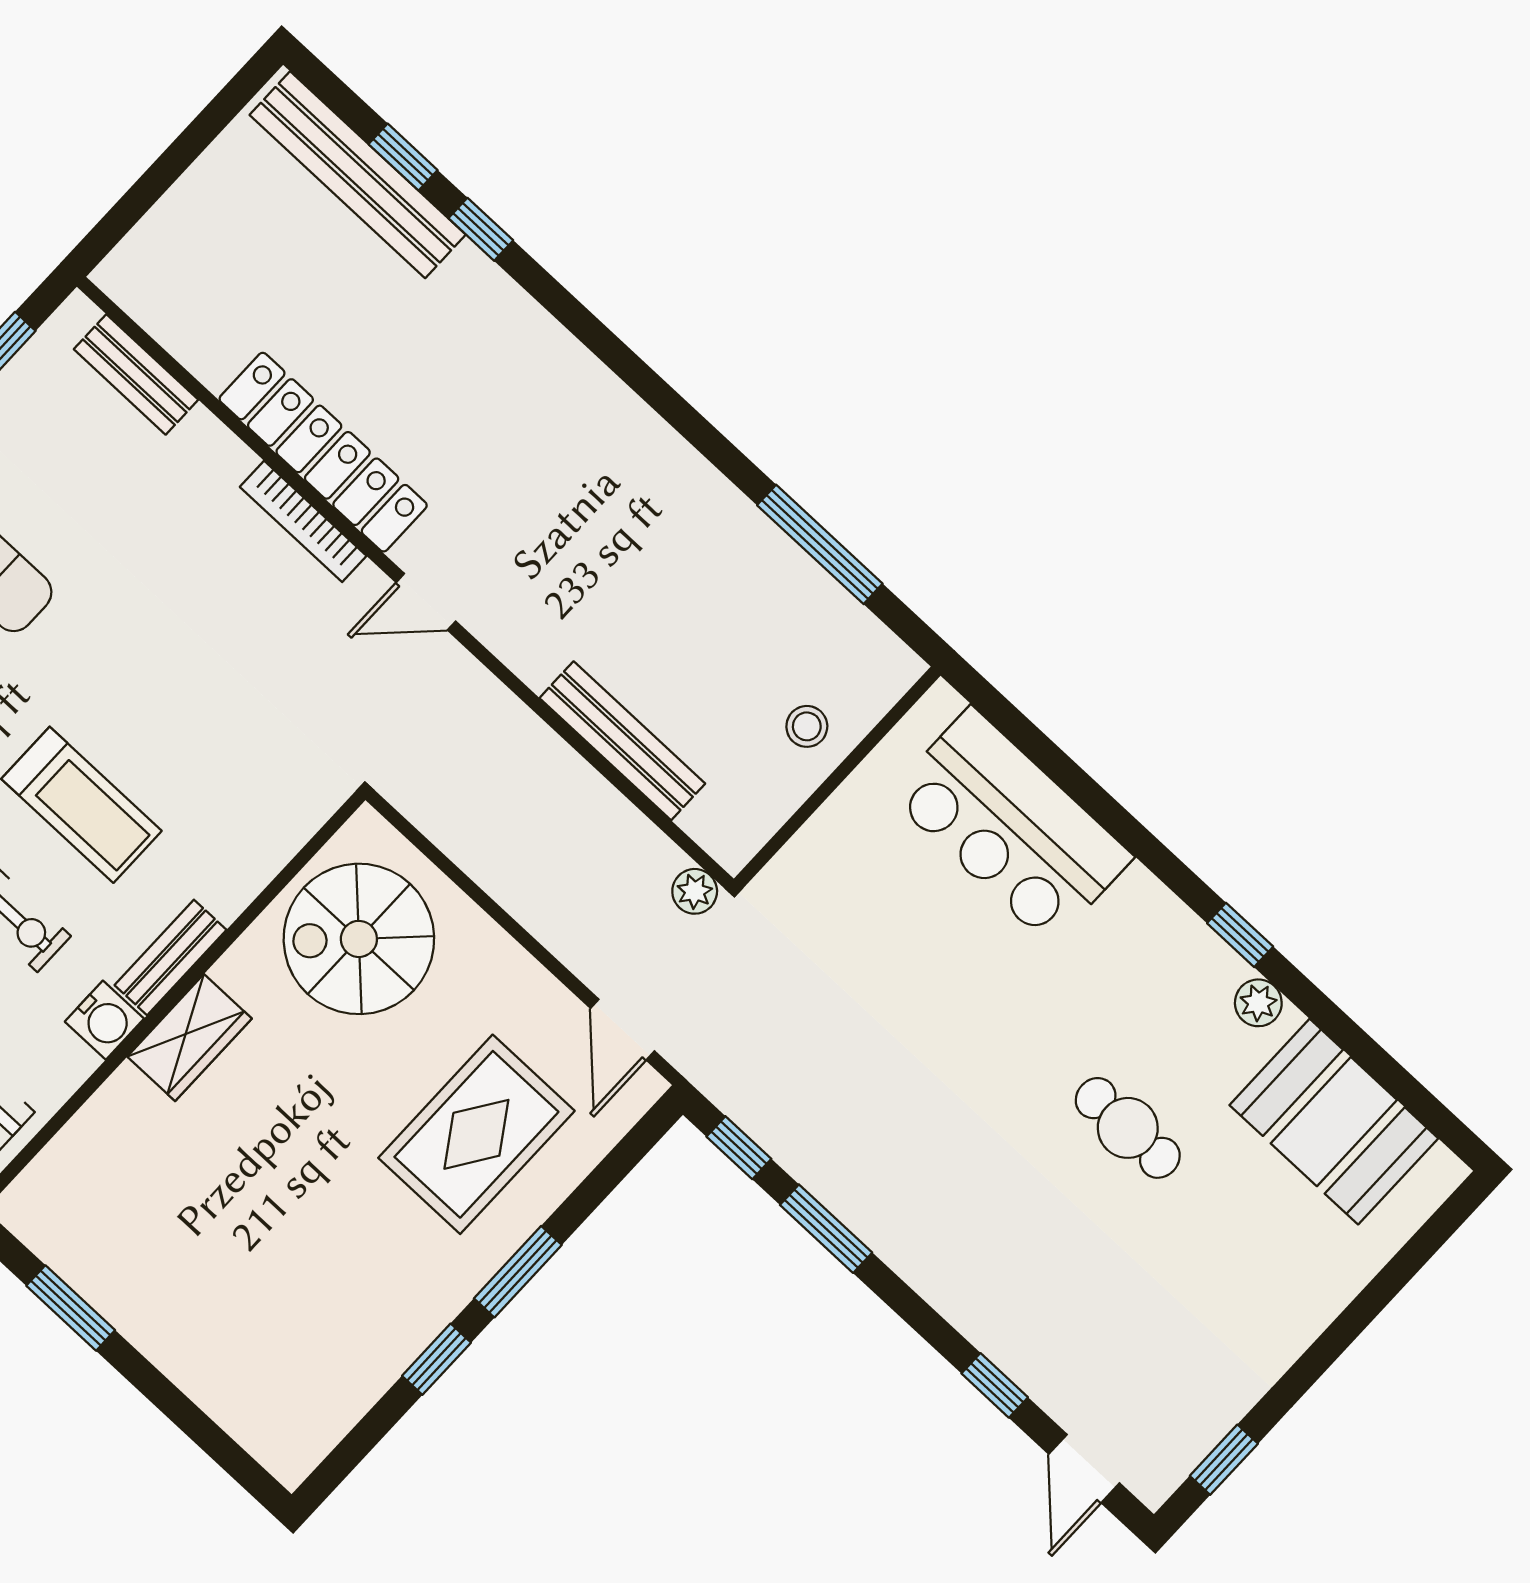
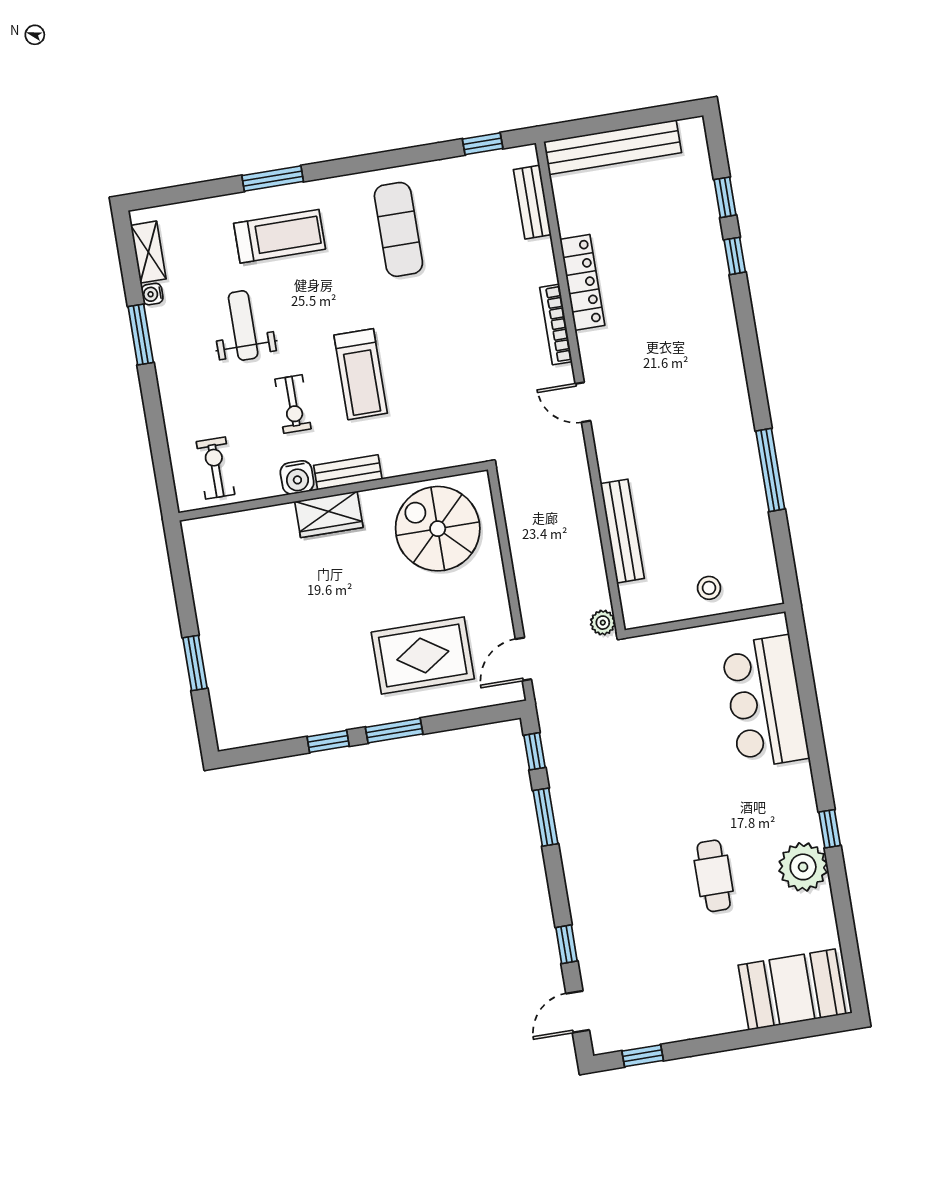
bench: (358, 175) -> (613, 147), moved, turned 90
locker: (323, 452) -> (582, 282), width x0.71, depth x0.83
window: (820, 544) -> (770, 470), moved
plant: (1258, 1003) -> (803, 867), width x1.87, depth x1.87
booth: (1334, 1122) -> (792, 990), moved, turned 90
window: (71, 1308) -> (195, 663), moved

